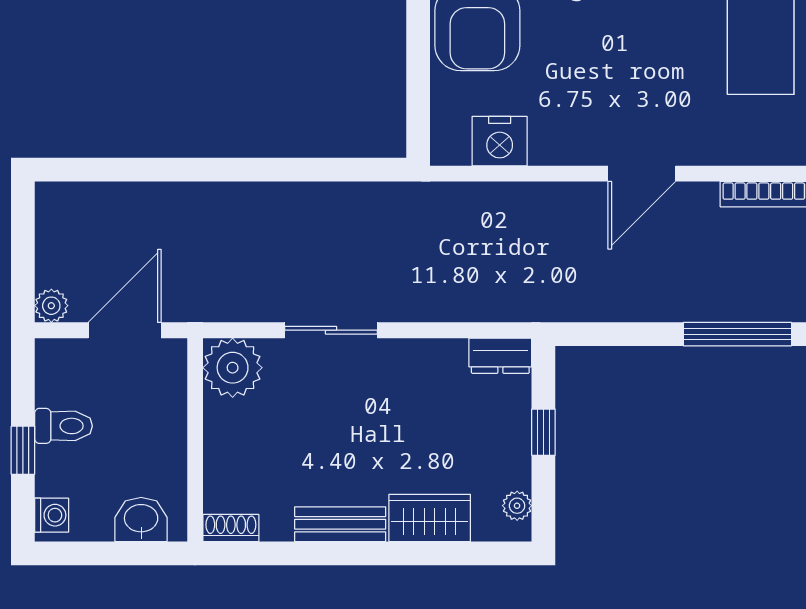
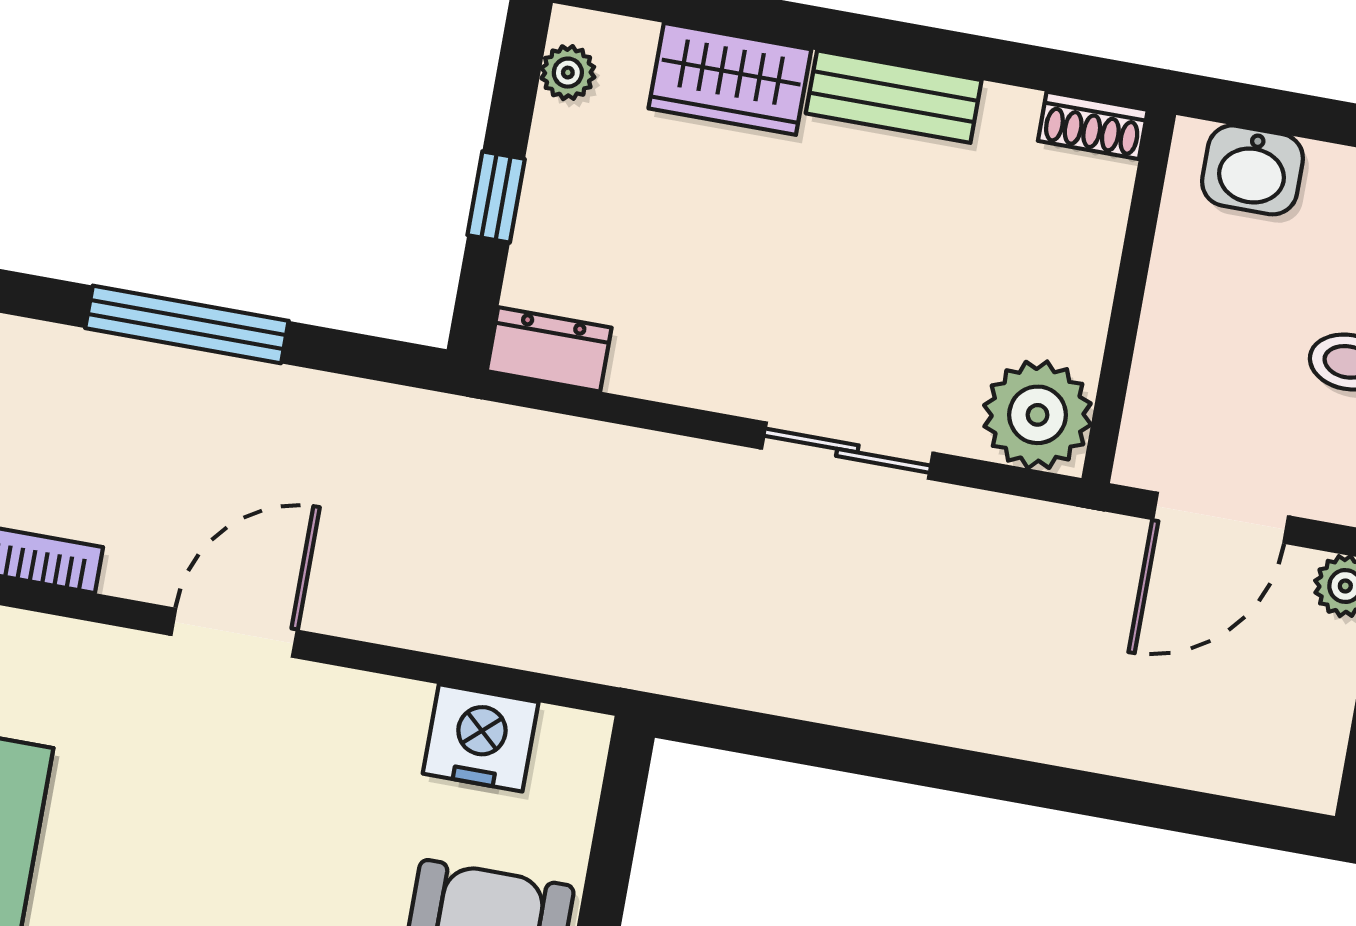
window: (737, 334) -> (187, 324), moved

